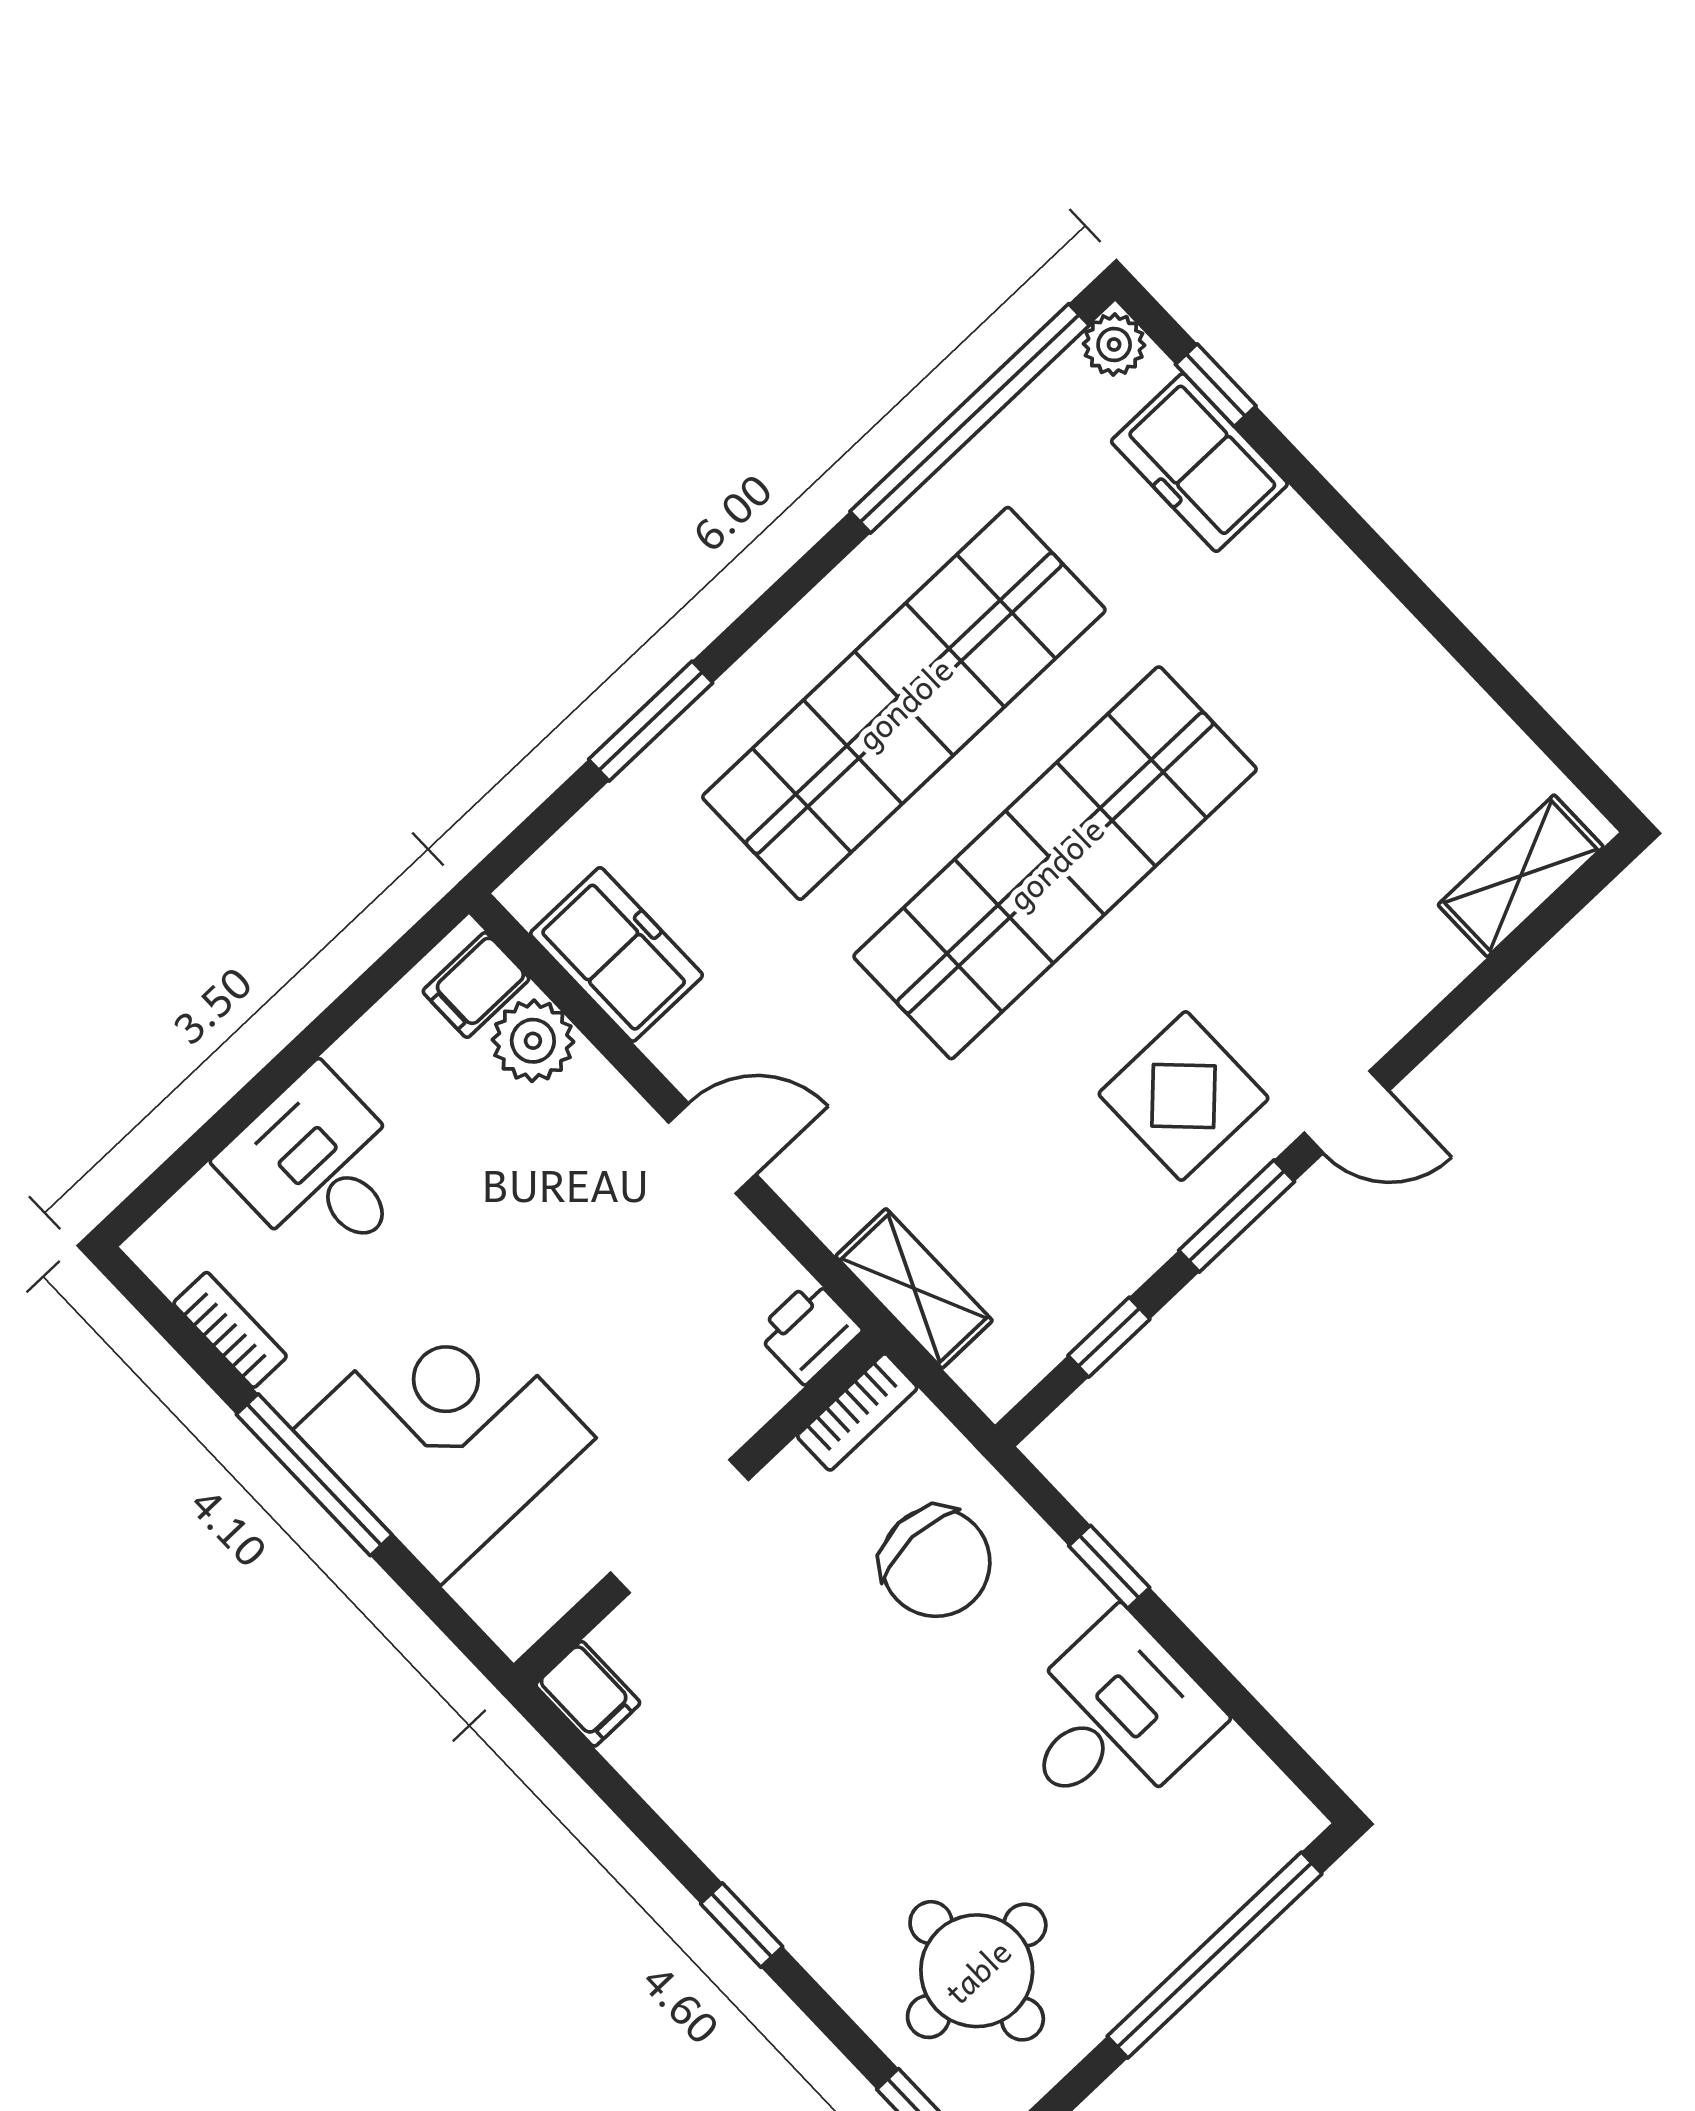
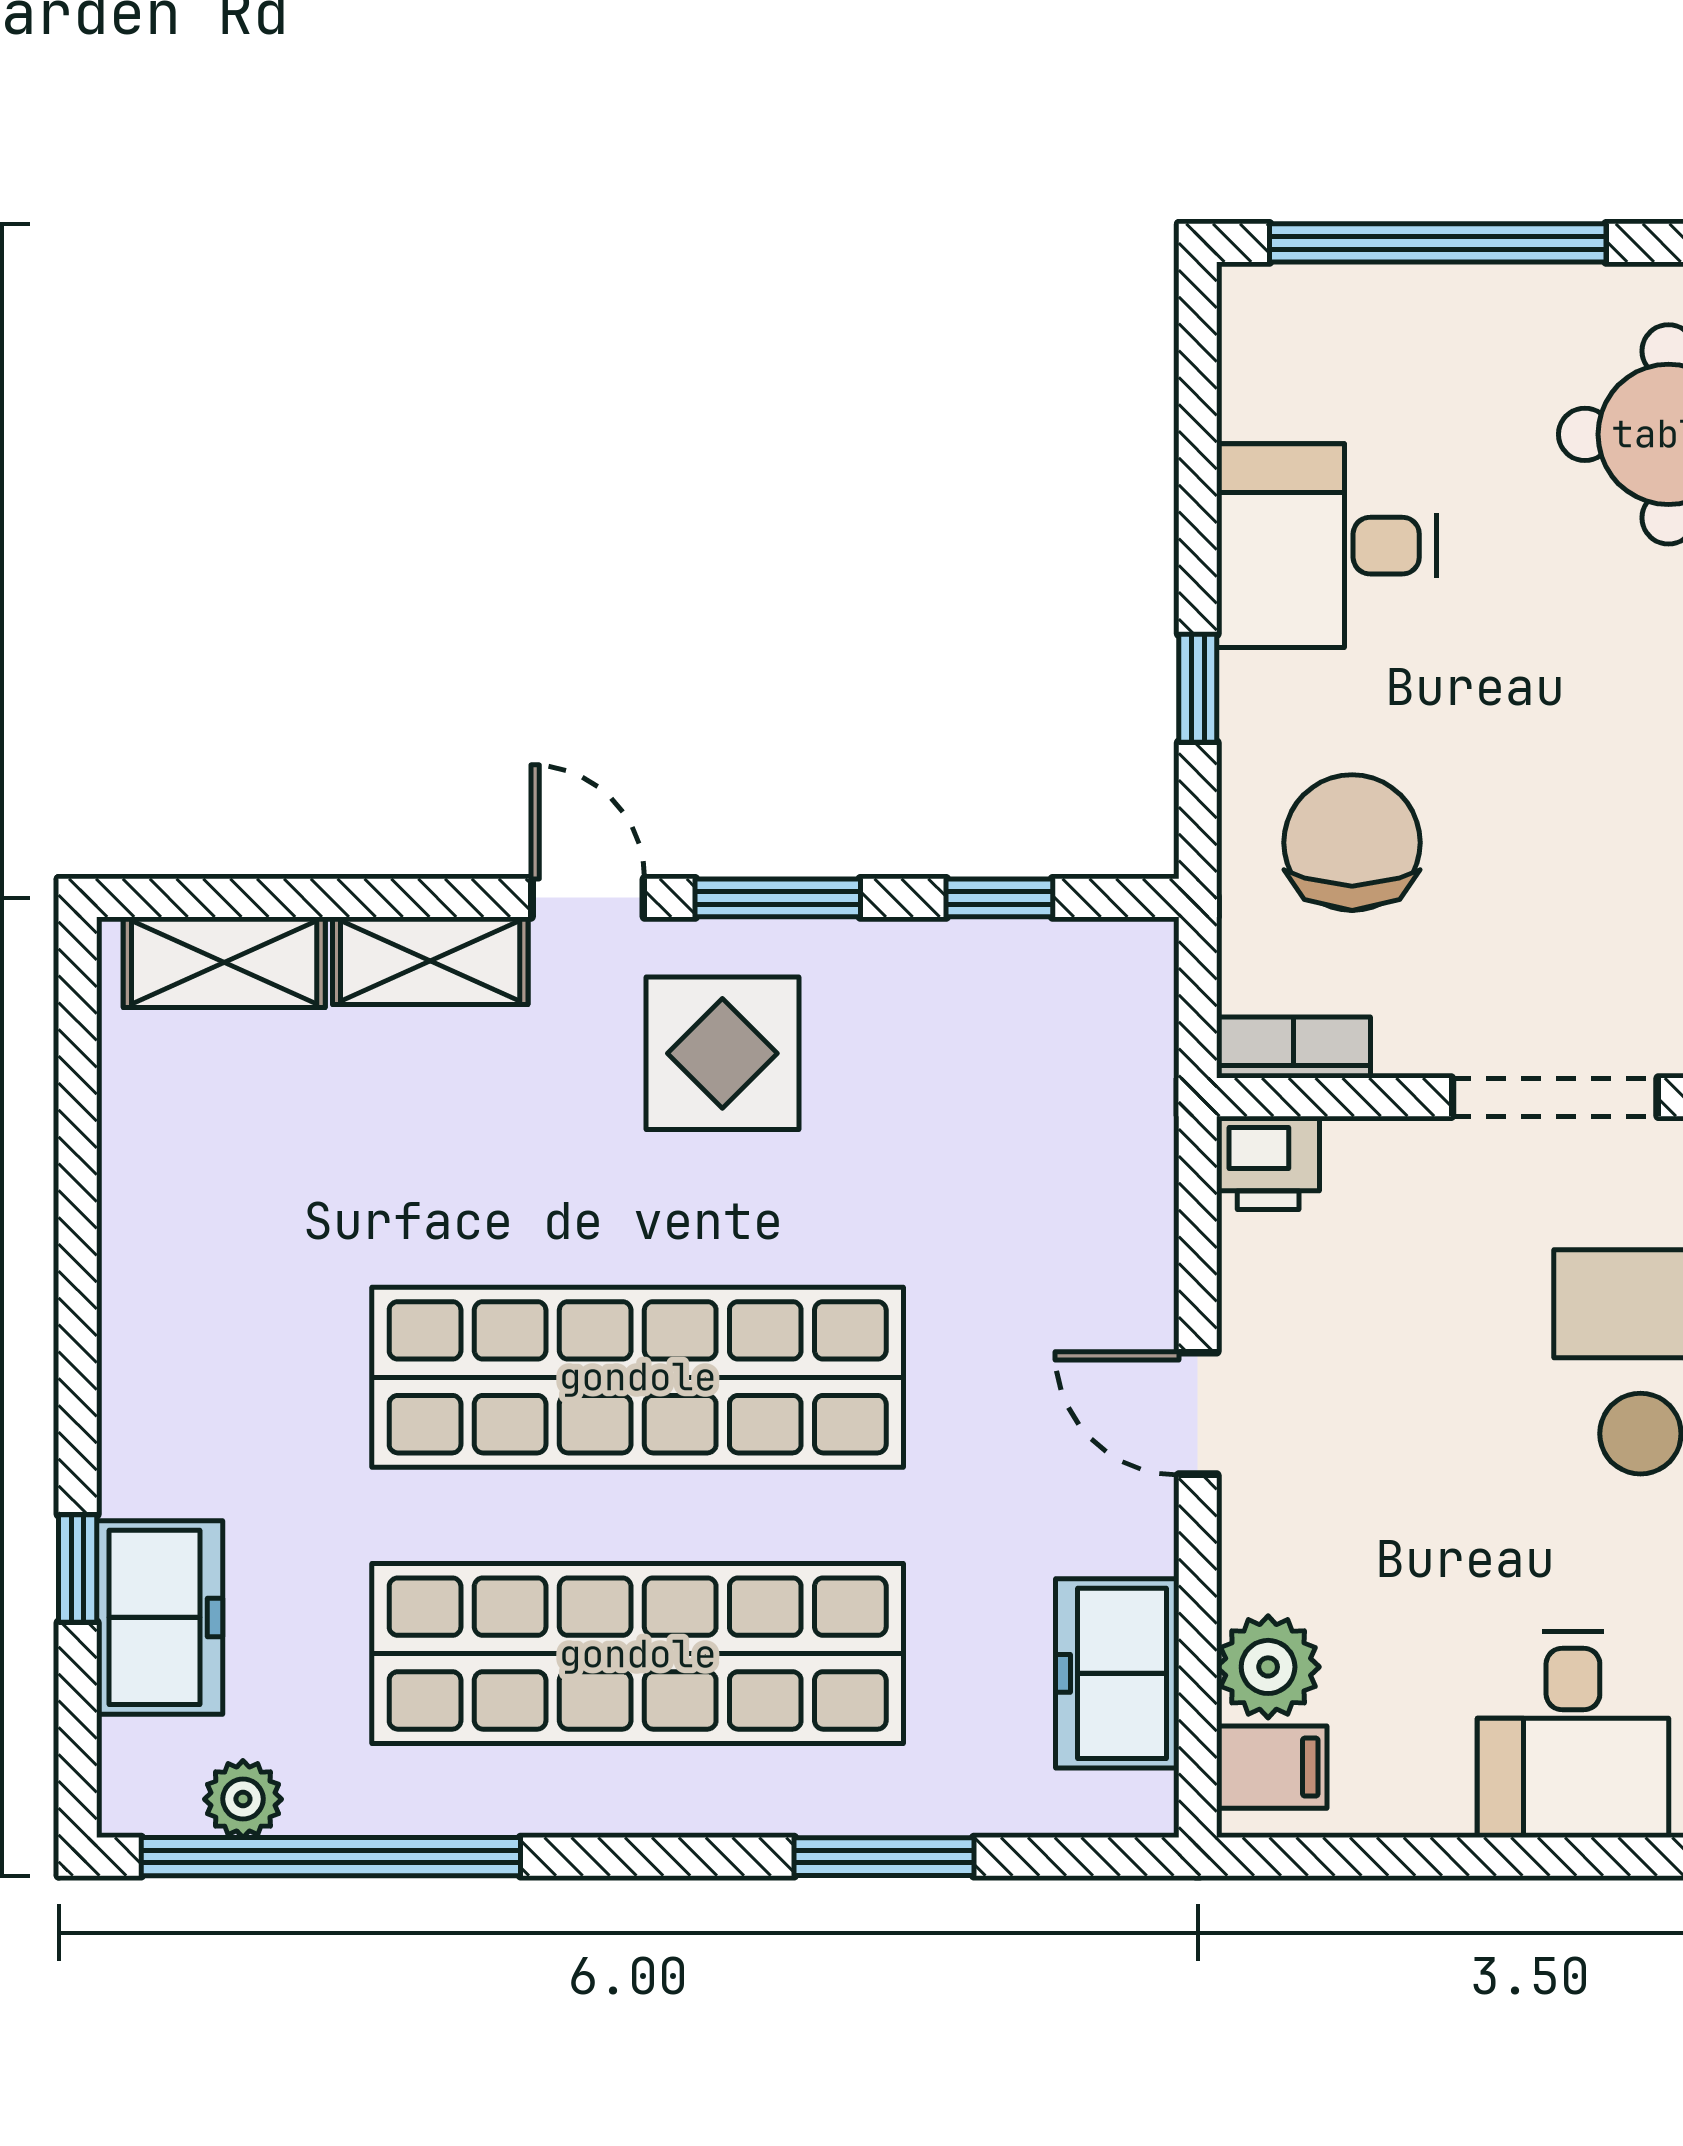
plant: (1114, 344) -> (243, 1799), moved
window: (1216, 385) -> (78, 1569), moved
shelving: (914, 1288) -> (430, 961), moved, turned 90

